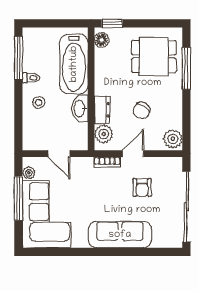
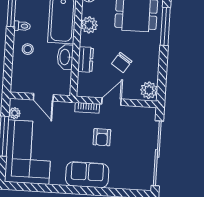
plant: (104, 134) -> (89, 25), moved
armchair: (142, 187) -> (102, 137), moved
sofa: (120, 235) -> (87, 175), width x0.73

